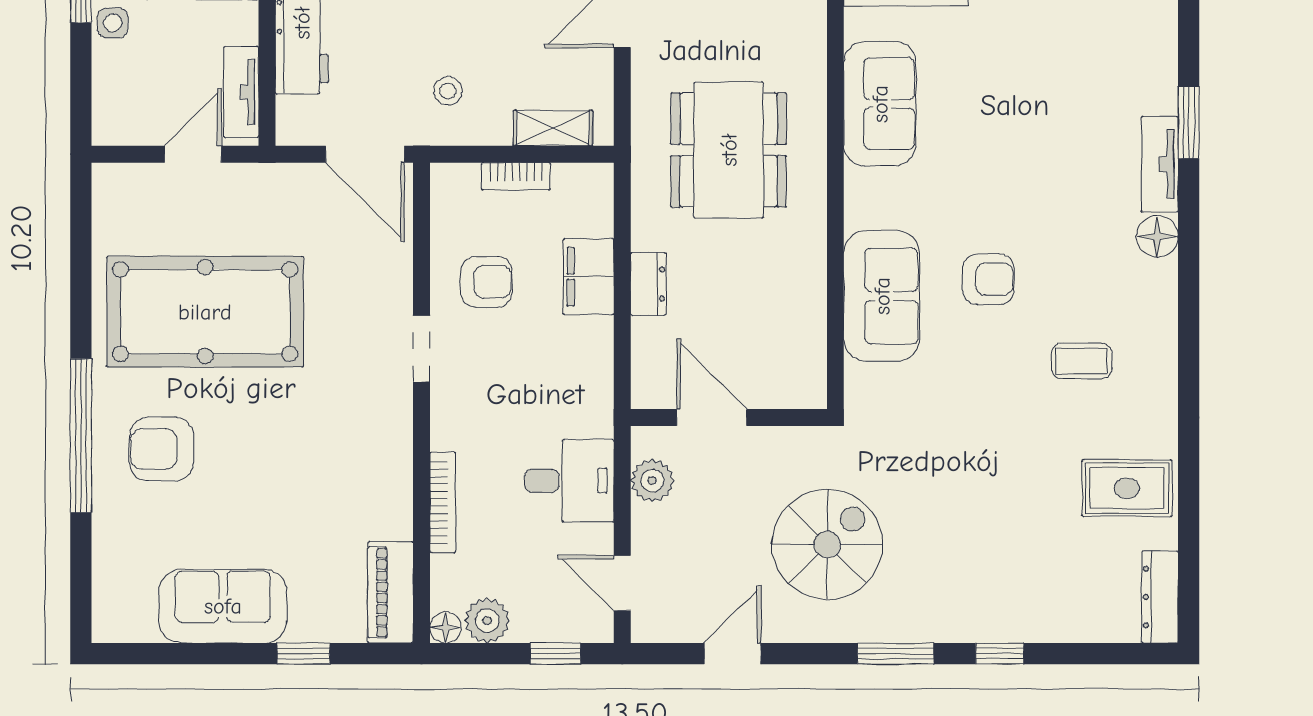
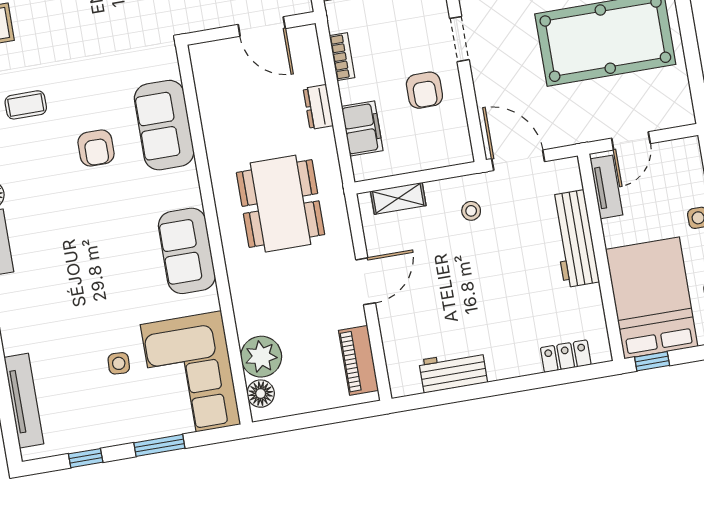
bookcase: (516, 176) -> (342, 57), moved, turned 90
filing cabinet: (588, 277) -> (362, 129), moved
armchair: (988, 279) -> (96, 148), turned -90
armchair: (486, 282) -> (424, 90), turned -90

